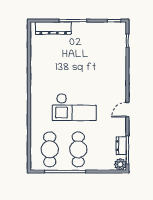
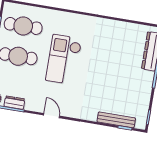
bench: (121, 50) -> (116, 120), added

